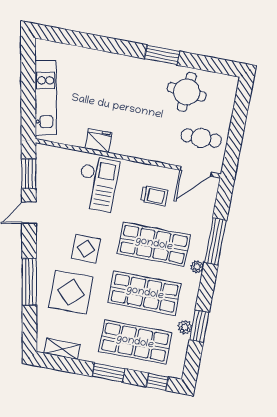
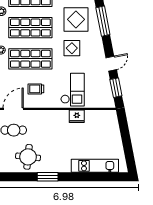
kitchen unit: (46, 98) -> (95, 166), moved, turned 101
checkout: (97, 184) -> (72, 90), turned 180

